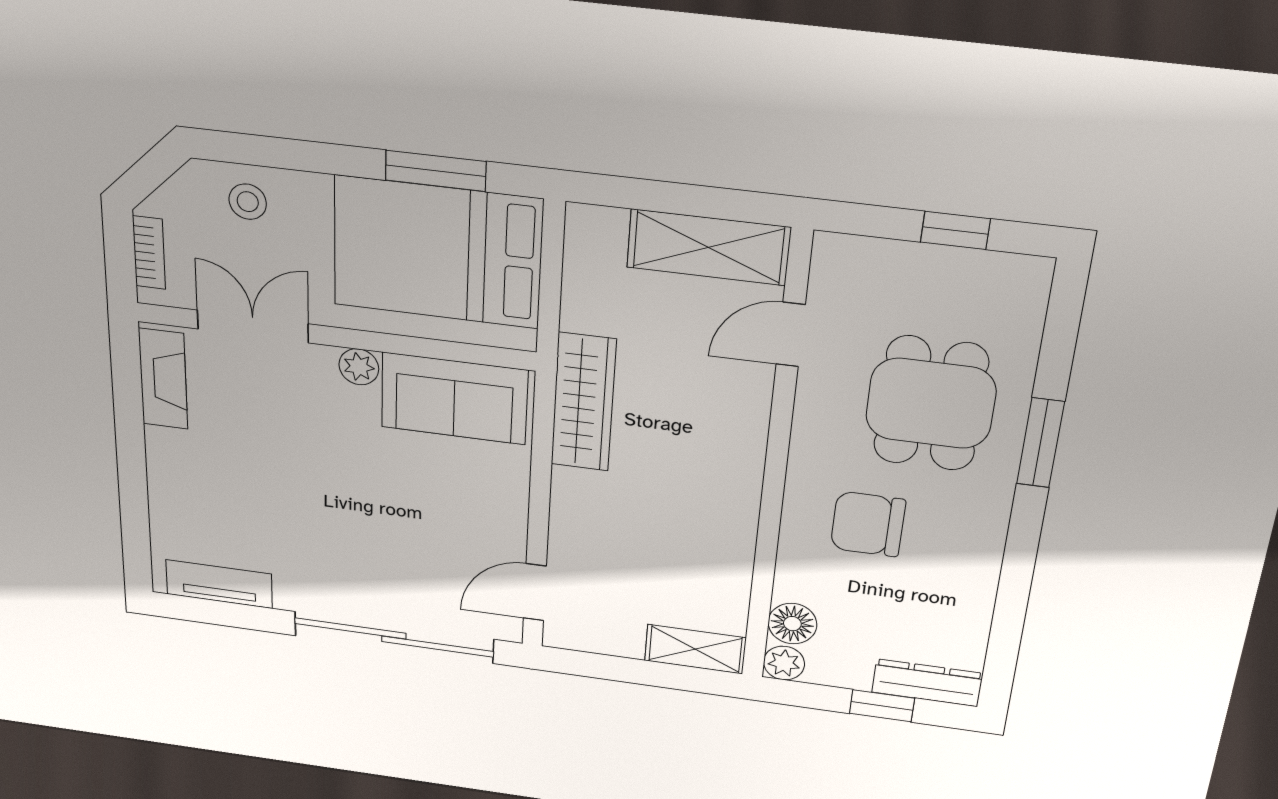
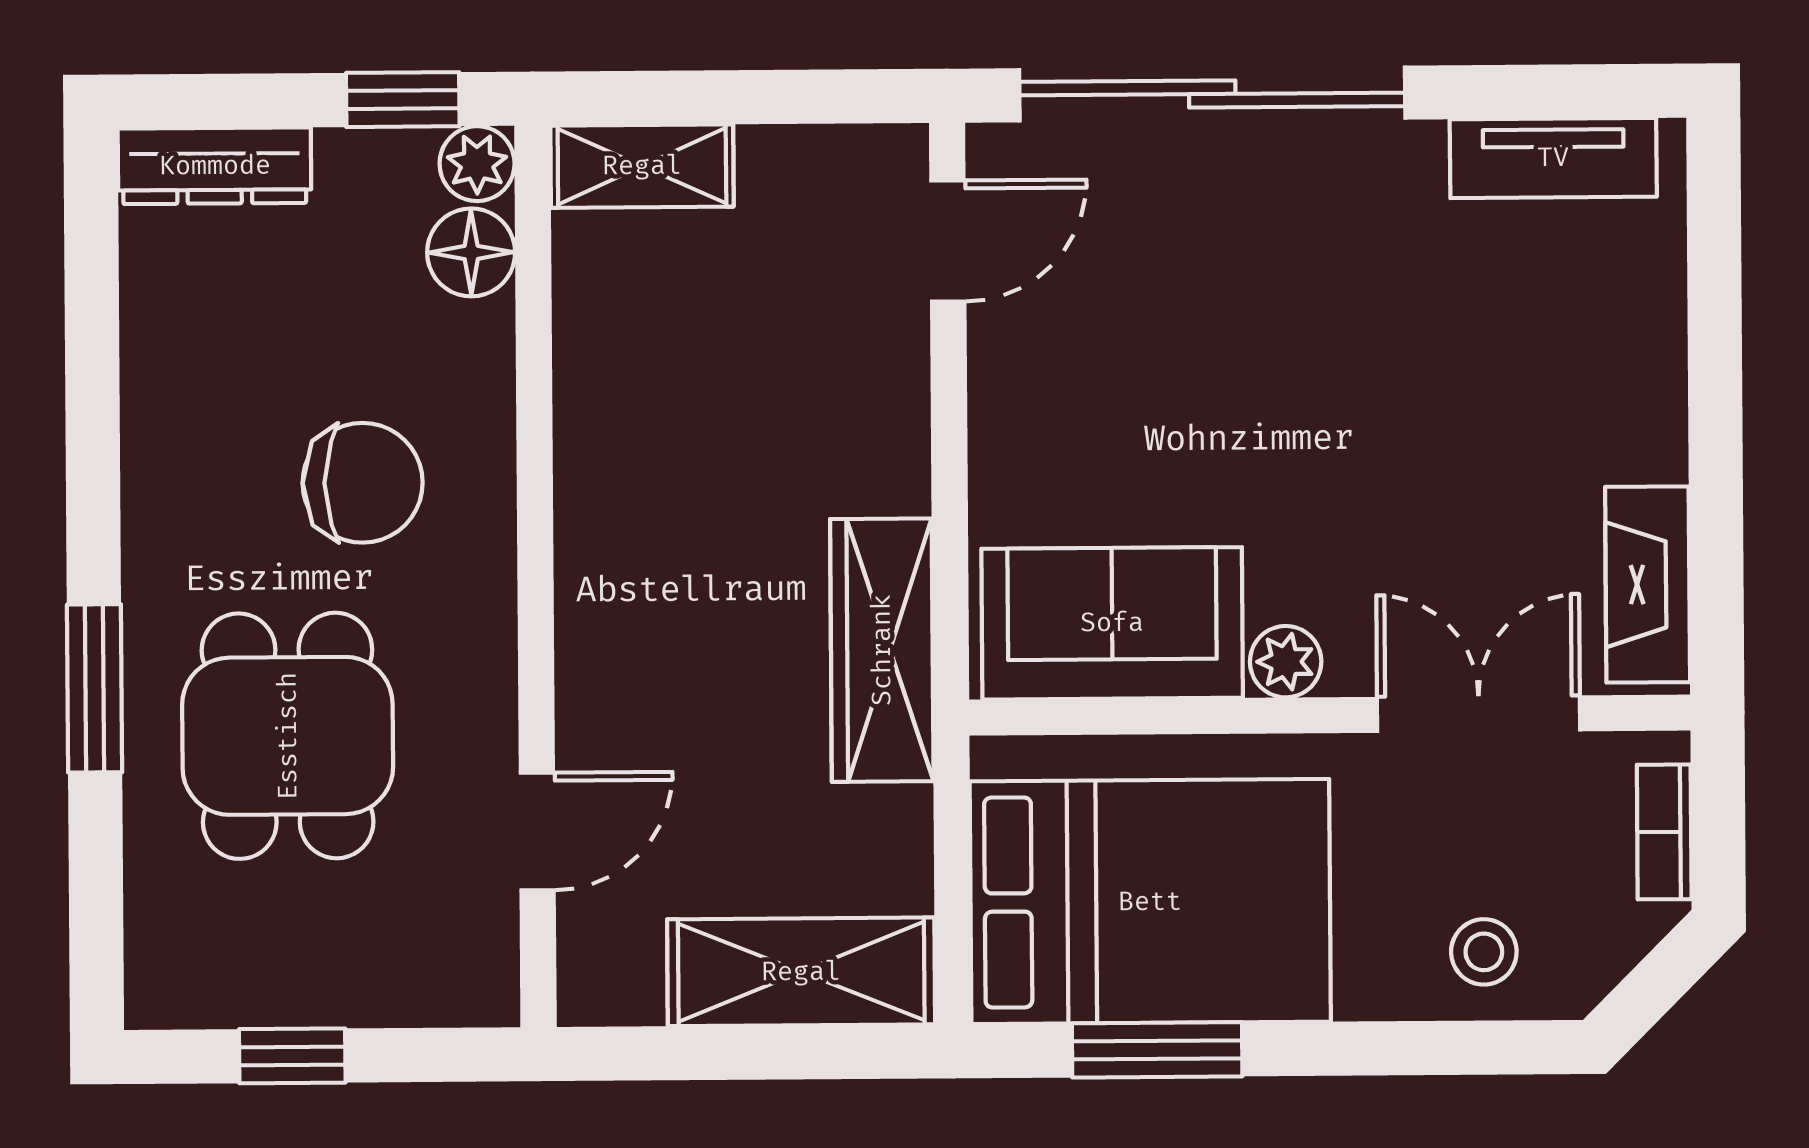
shelving: (708, 247) -> (801, 972), moved
double door: (253, 326) -> (1479, 714), swing flipped
window: (882, 706) -> (403, 100), moved

